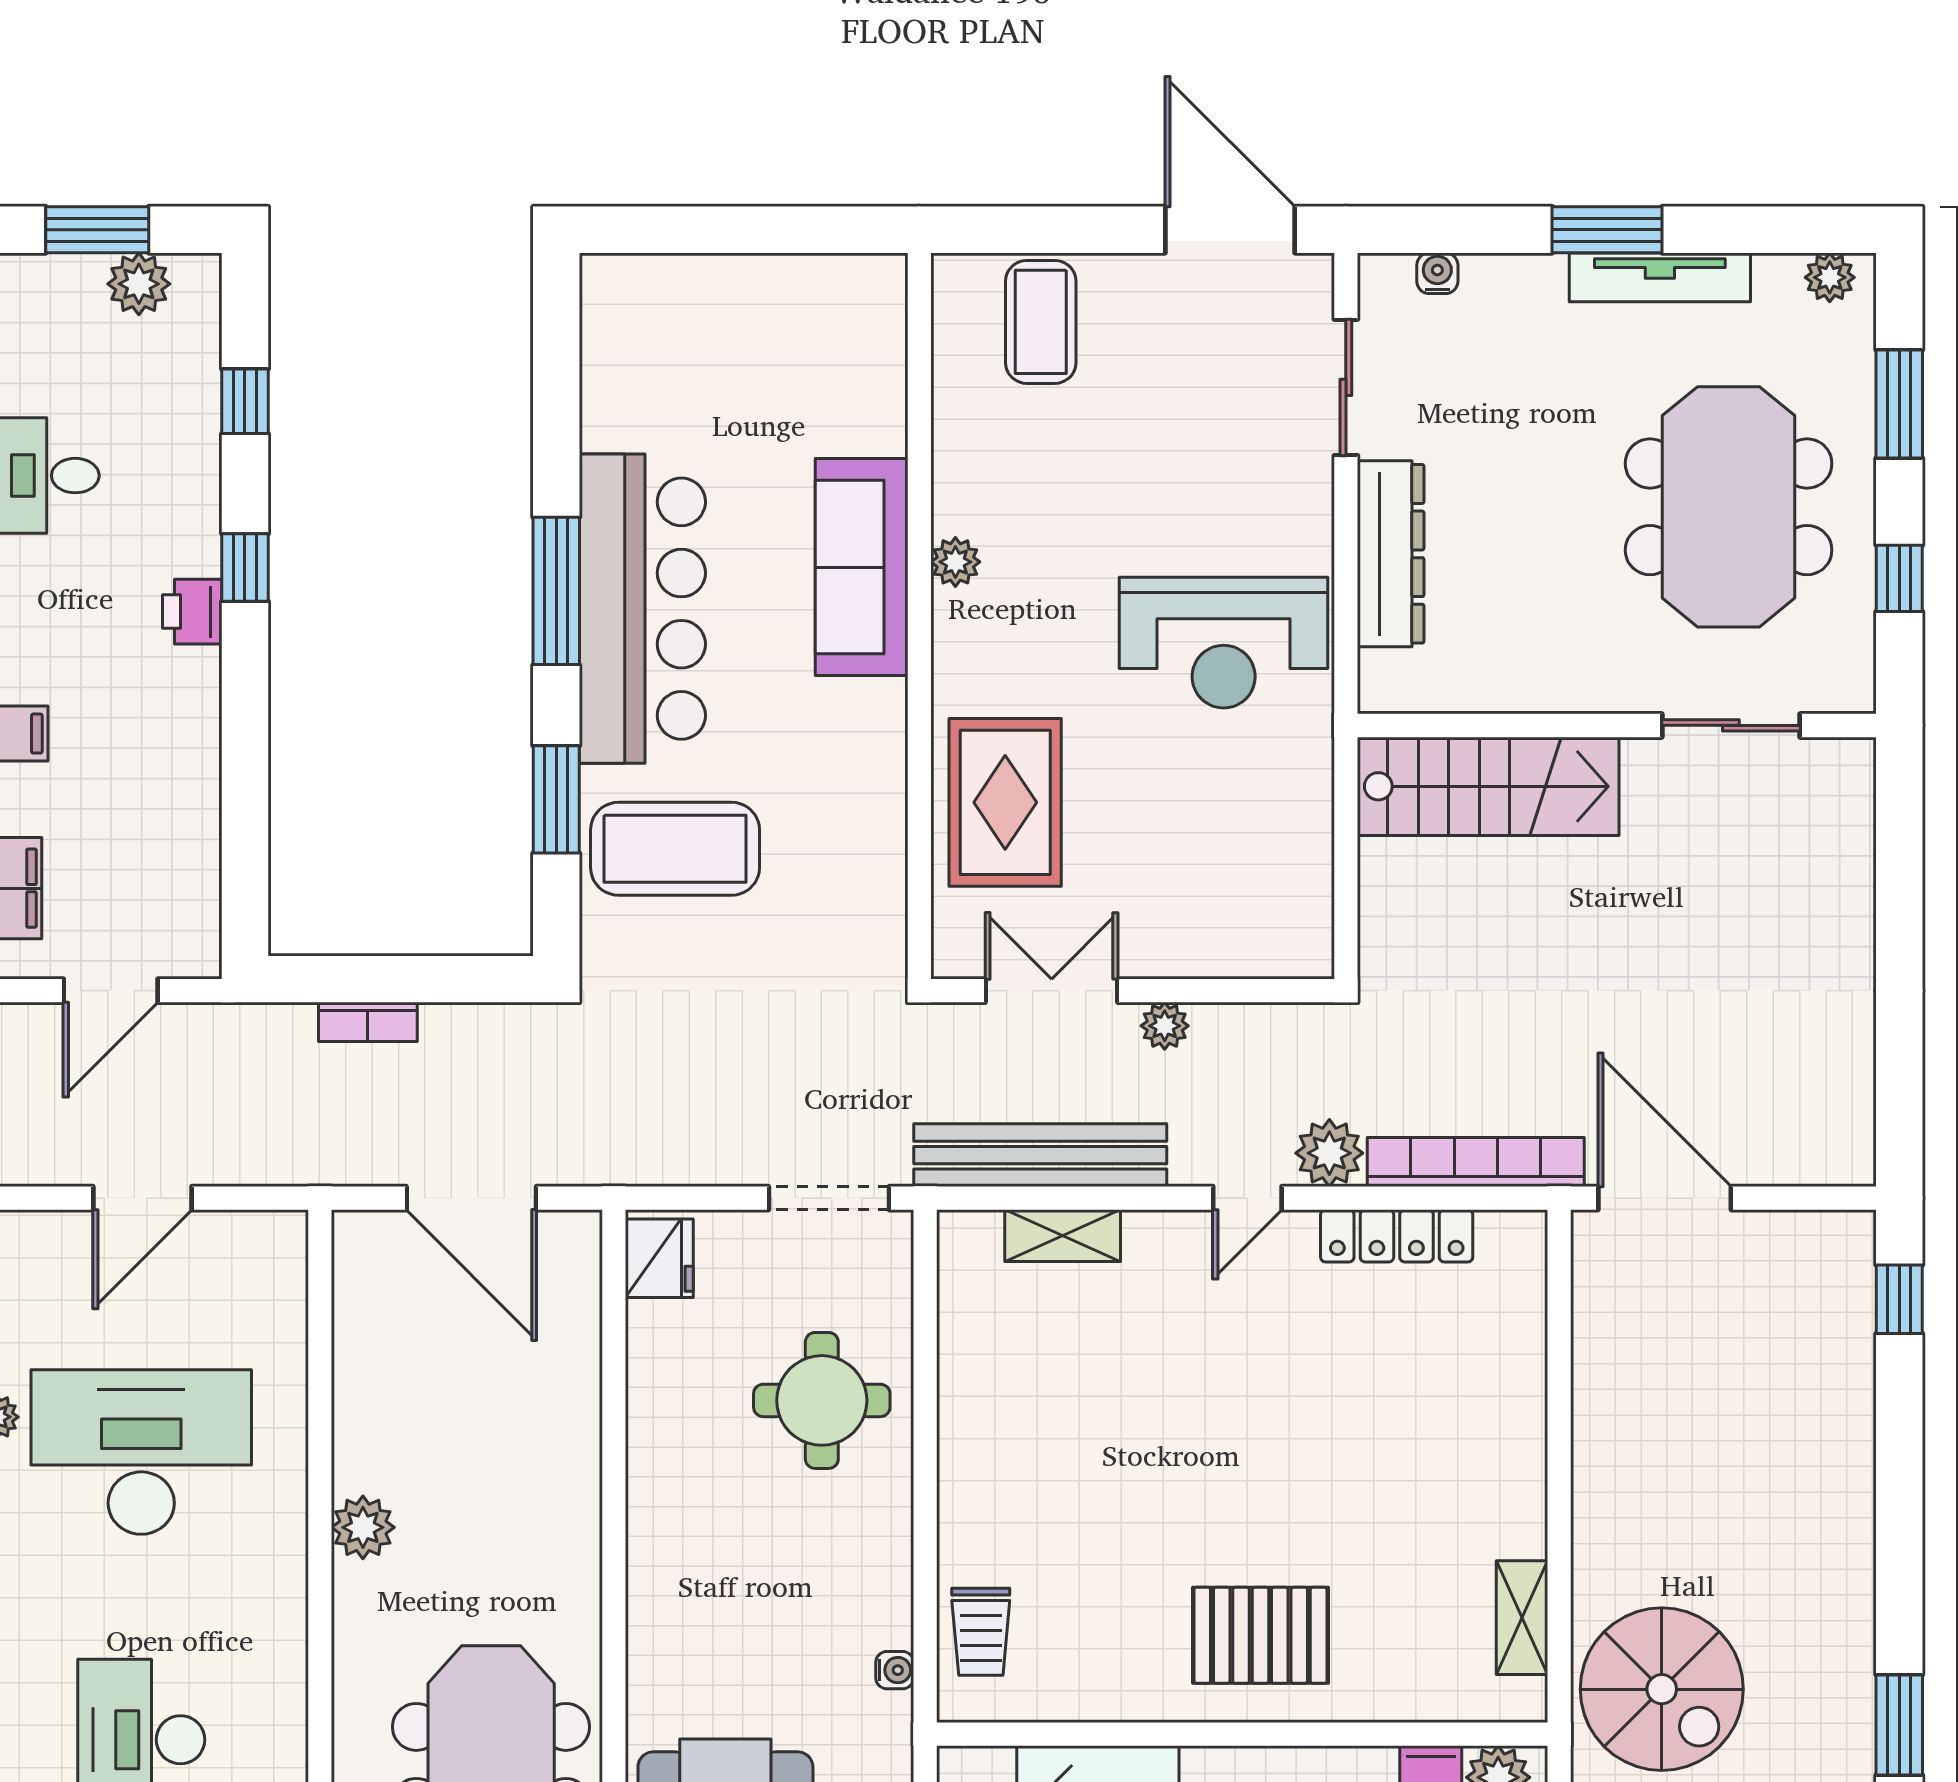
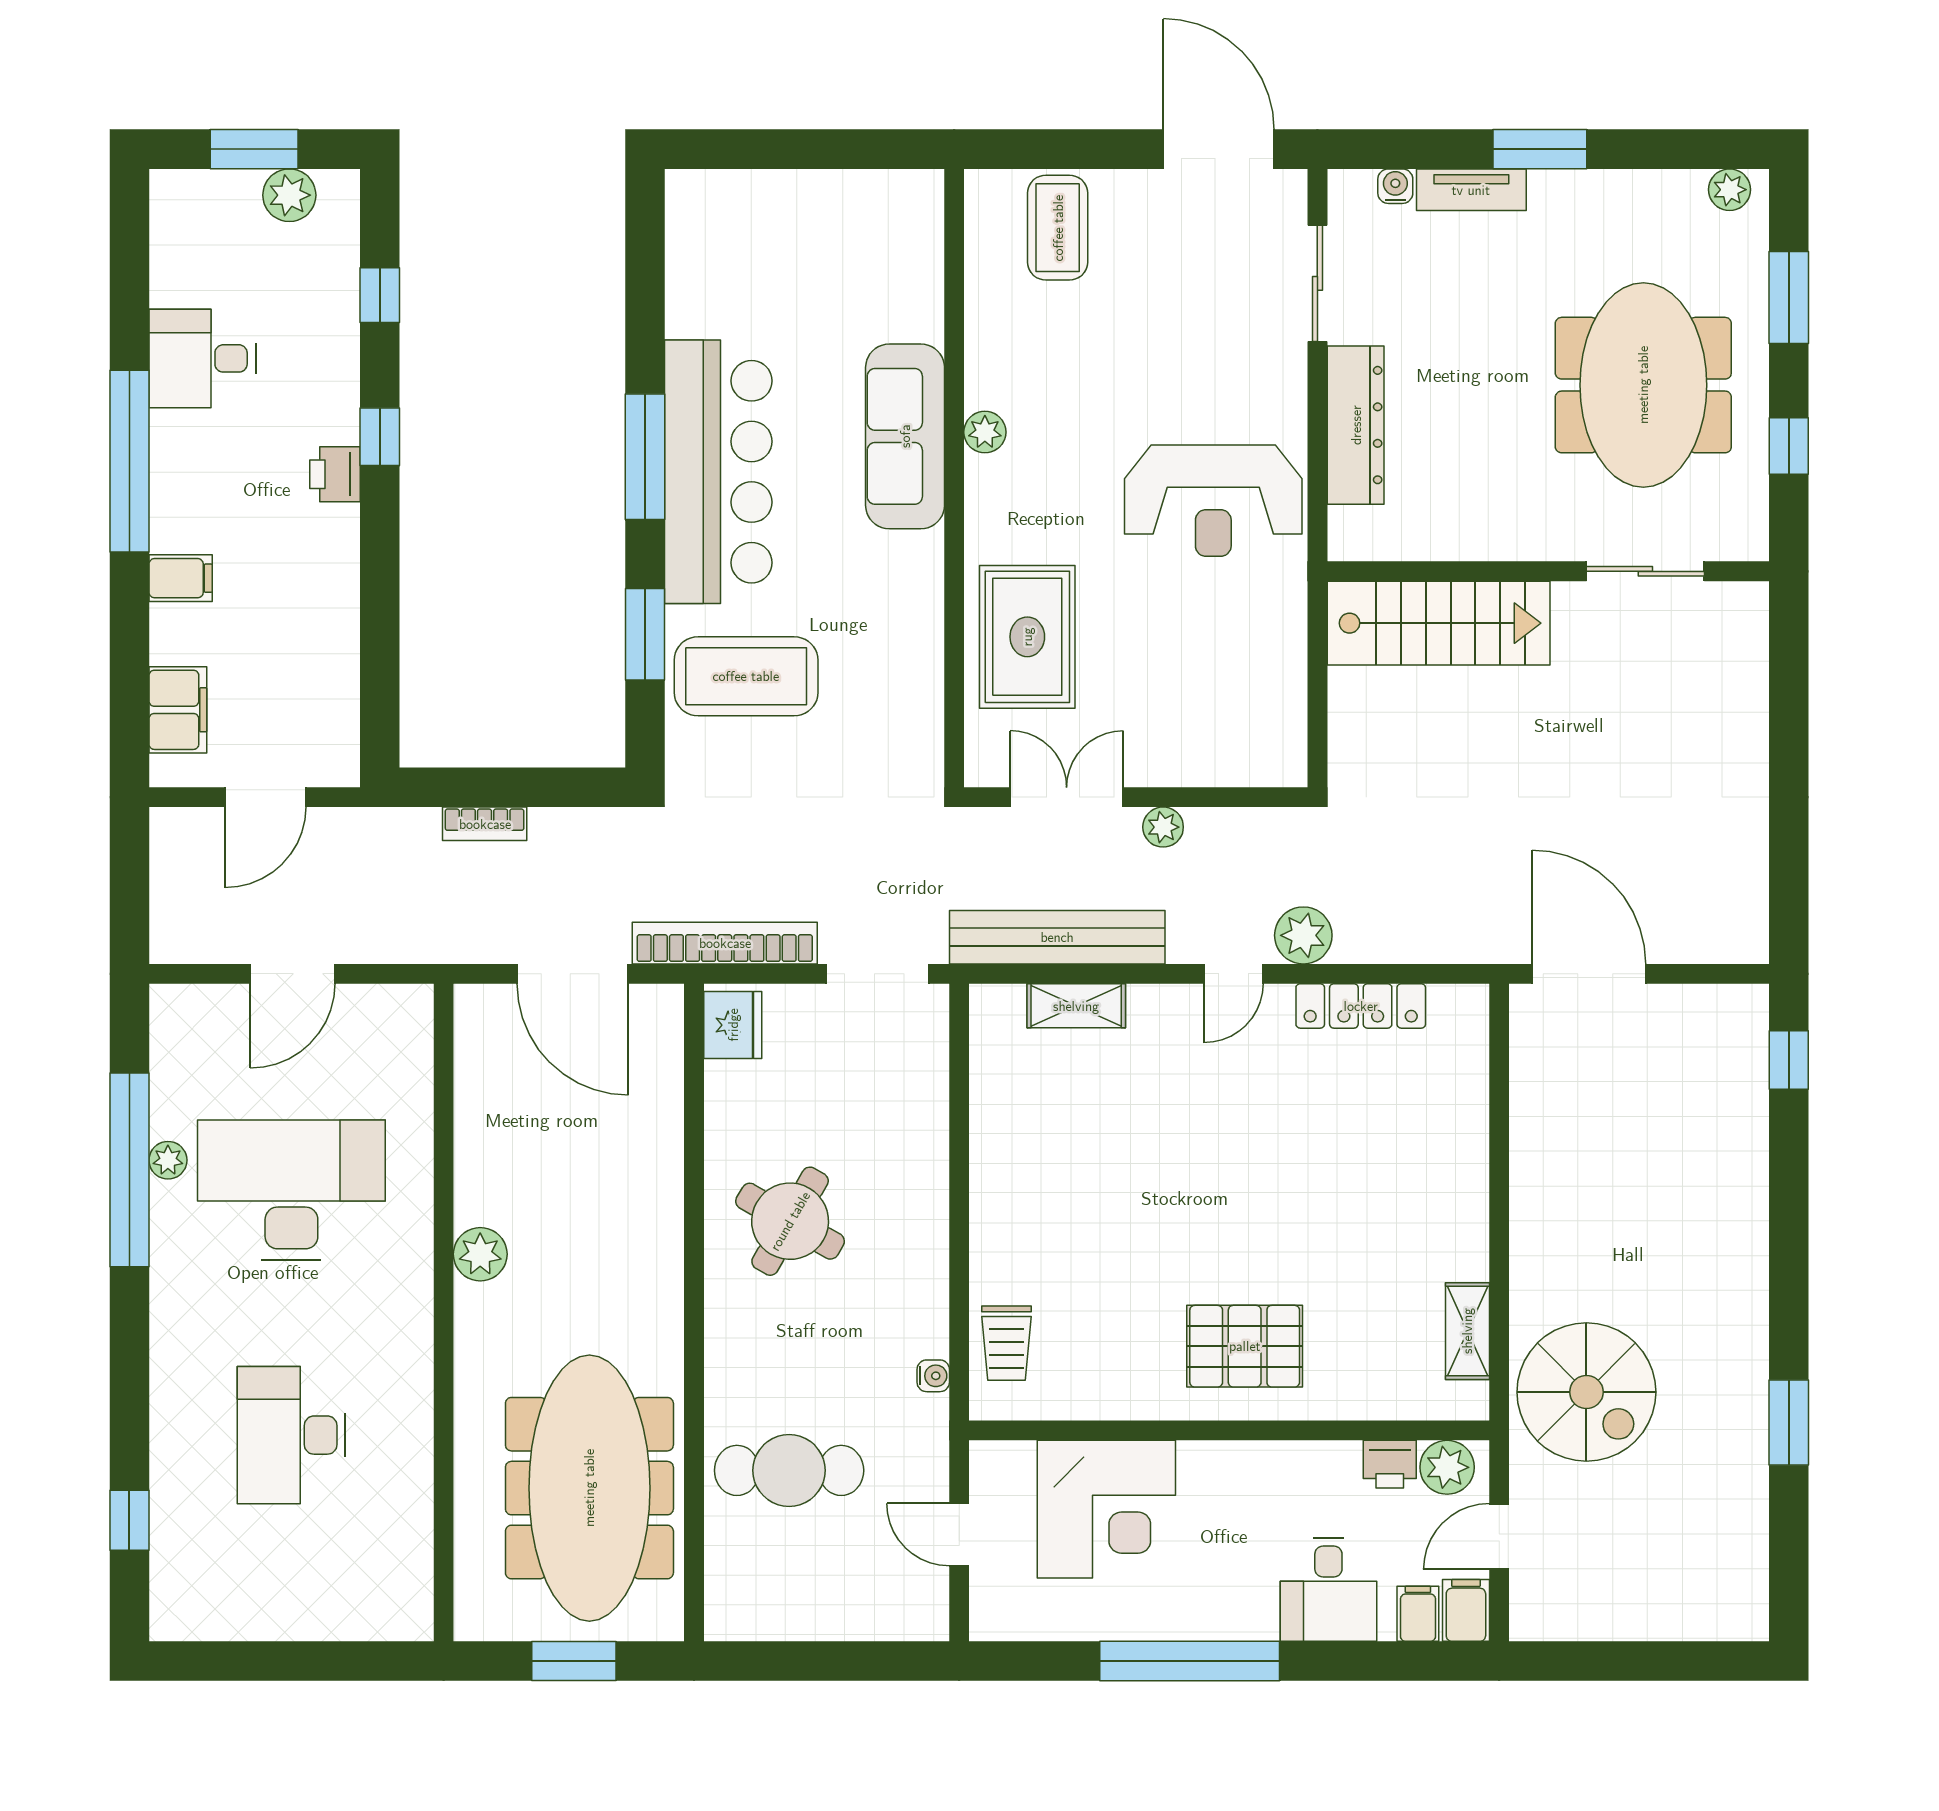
tv unit: (1660, 277) -> (1471, 190), moved, width x0.71
bookcase: (1476, 1162) -> (725, 943), moved
round table: (822, 1400) -> (790, 1221), moved, turned 30

